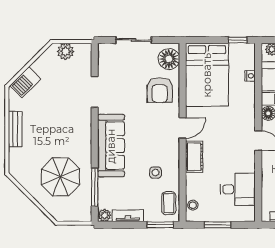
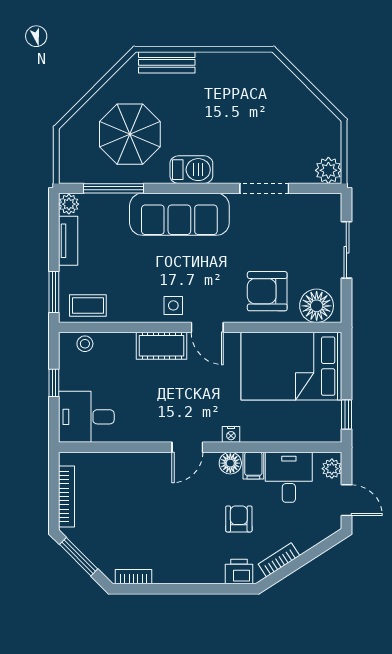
plant: (66, 51) -> (328, 170), moved
nightstand: (250, 76) -> (231, 434), moved
barbecue: (25, 82) -> (191, 170), moved, turned 135
bench: (15, 129) -> (167, 62), moved
side table: (156, 173) -> (173, 305), moved
desk: (238, 189) -> (86, 417), moved, turned 90
window: (218, 225) -> (54, 383), width x0.67

